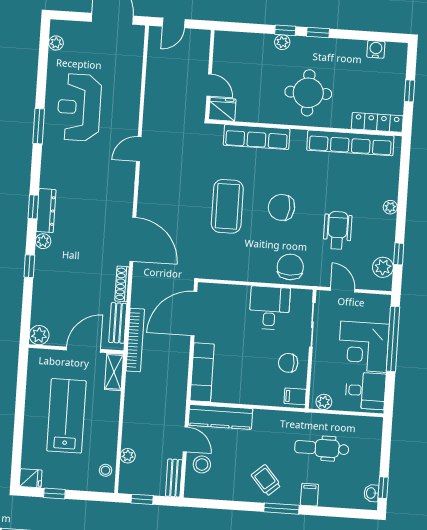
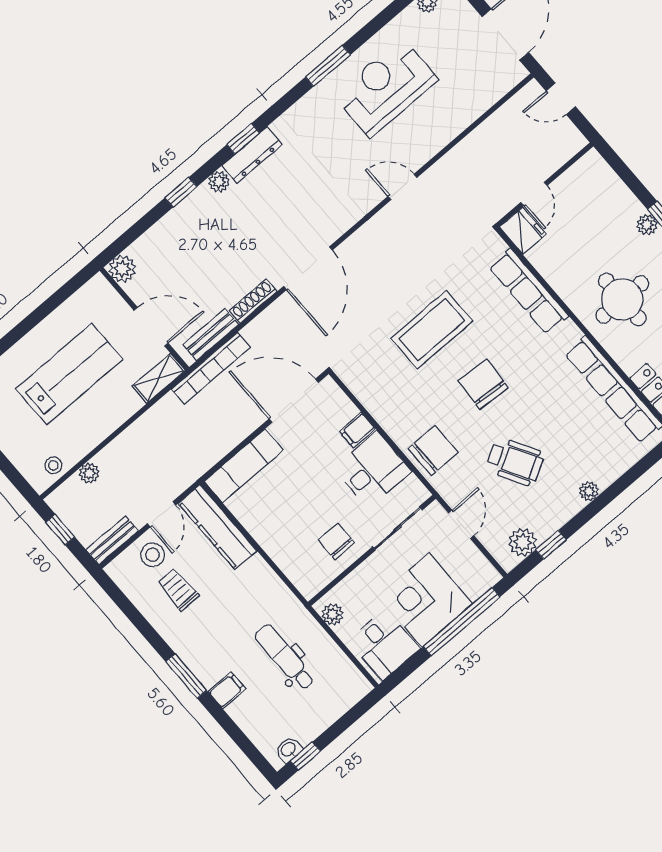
wheelchair: (338, 230) -> (515, 462), turned 60
filing cabinet: (295, 396) -> (357, 430), moved, turned -90
trolley: (266, 480) -> (178, 589), moved, turned -49

